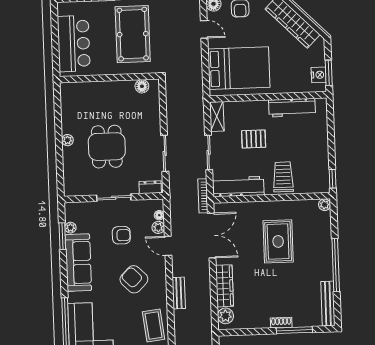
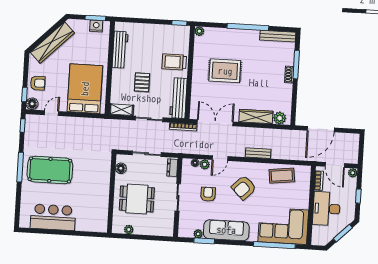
wall: (109, 78) -> (112, 194), moved
floor lamp: (142, 86) -> (121, 168), moved

